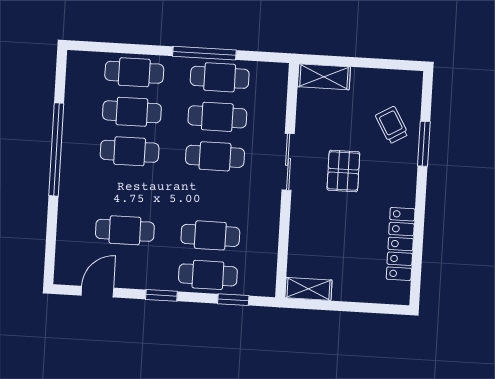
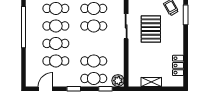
pallet: (343, 171) -> (151, 29), width x1.50, depth x1.42
cafe table: (127, 191) -> (56, 43), added
locker: (401, 244) -> (178, 65), width x0.66
plant: (262, 283) -> (118, 81), added
shelving: (308, 289) -> (151, 82), moved

